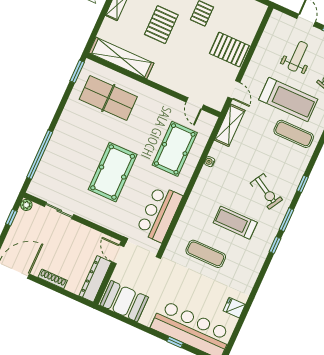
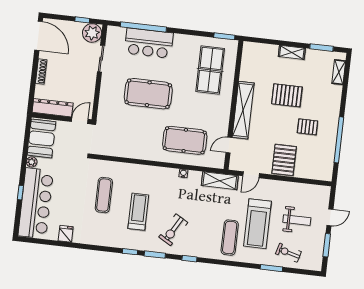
shelving: (121, 58) -> (243, 110), moved
plant: (26, 205) -> (92, 33), width x1.87, depth x1.87
bar counter: (159, 214) -> (149, 43), moved, turned 180
plant: (146, 320) -> (32, 162), added

